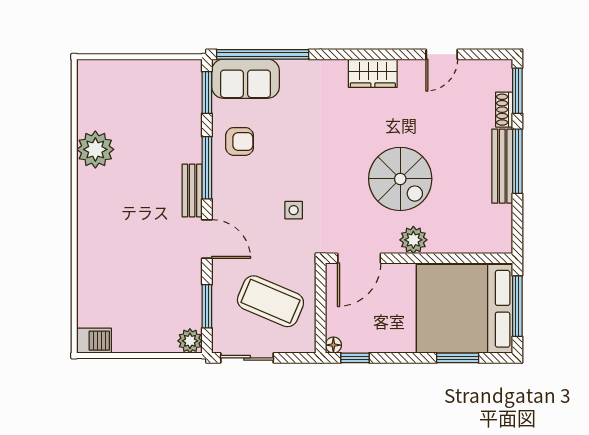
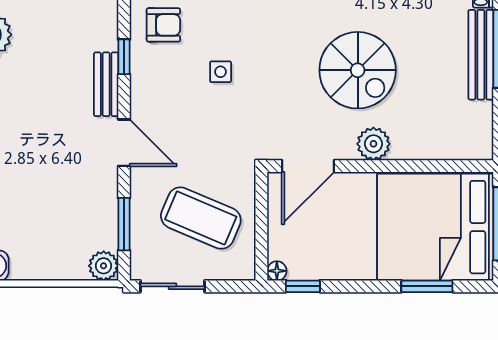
window: (207, 168) -> (124, 57), width x0.46
side table: (294, 210) -> (221, 72), moved

